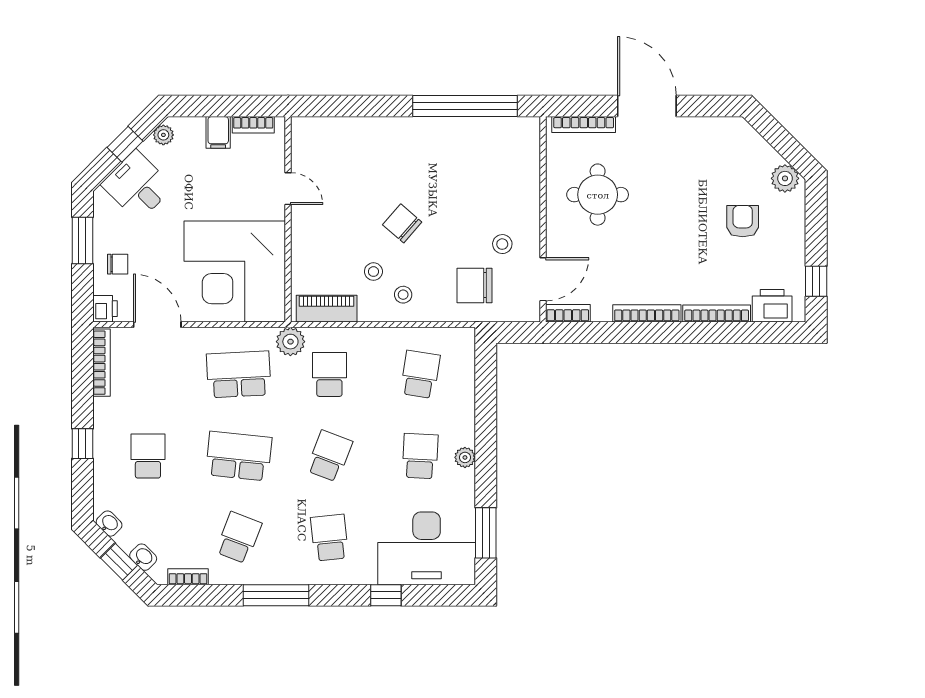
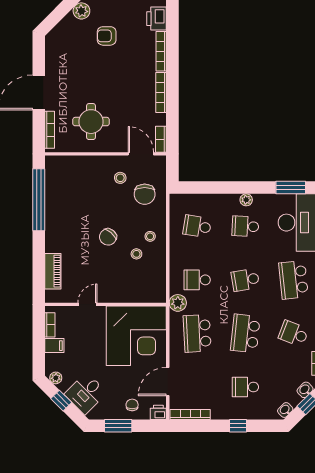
piano: (327, 309) -> (53, 271), moved, turned 180
school desk: (329, 456) -> (245, 280), turned -30
school desk: (329, 538) -> (294, 280), width x1.85

